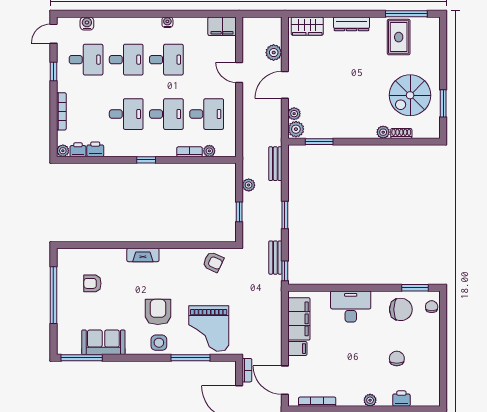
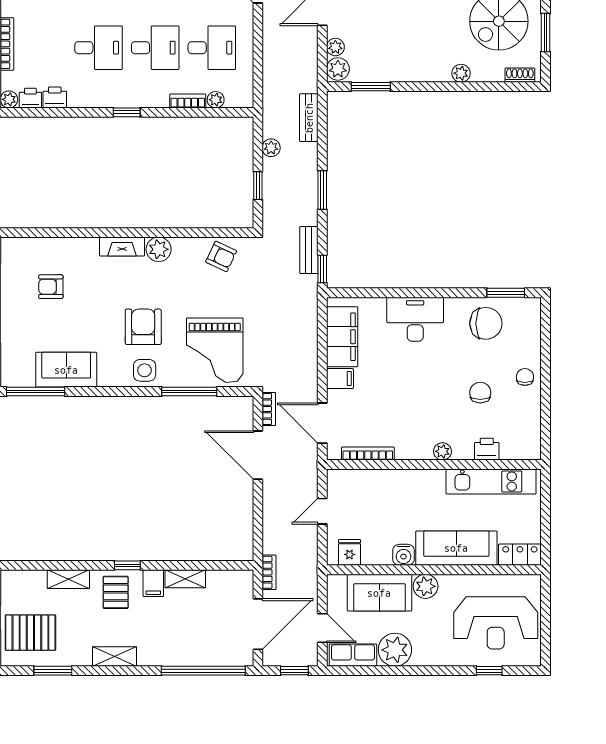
shoe rack: (401, 133) -> (520, 75), moved
plant: (169, 257) -> (159, 249), added
chair: (432, 307) -> (525, 377), moved

